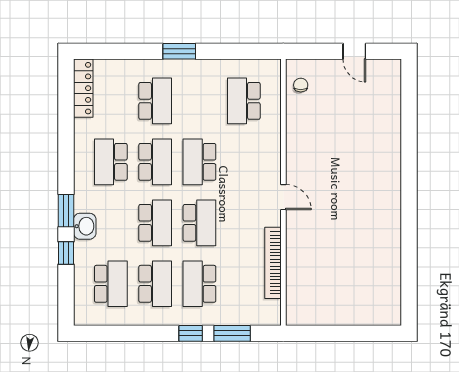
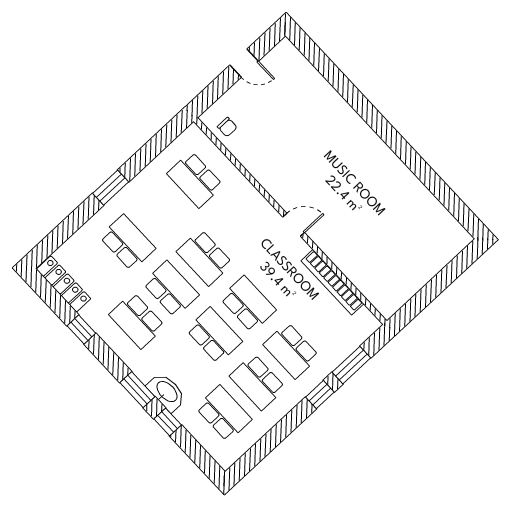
chair: (301, 85) -> (227, 127), turned 180
window: (66, 132) -> (81, 330), added
washbasin: (85, 226) -> (166, 392), width x1.38
school desk: (155, 284) -> (258, 382), turned 180

